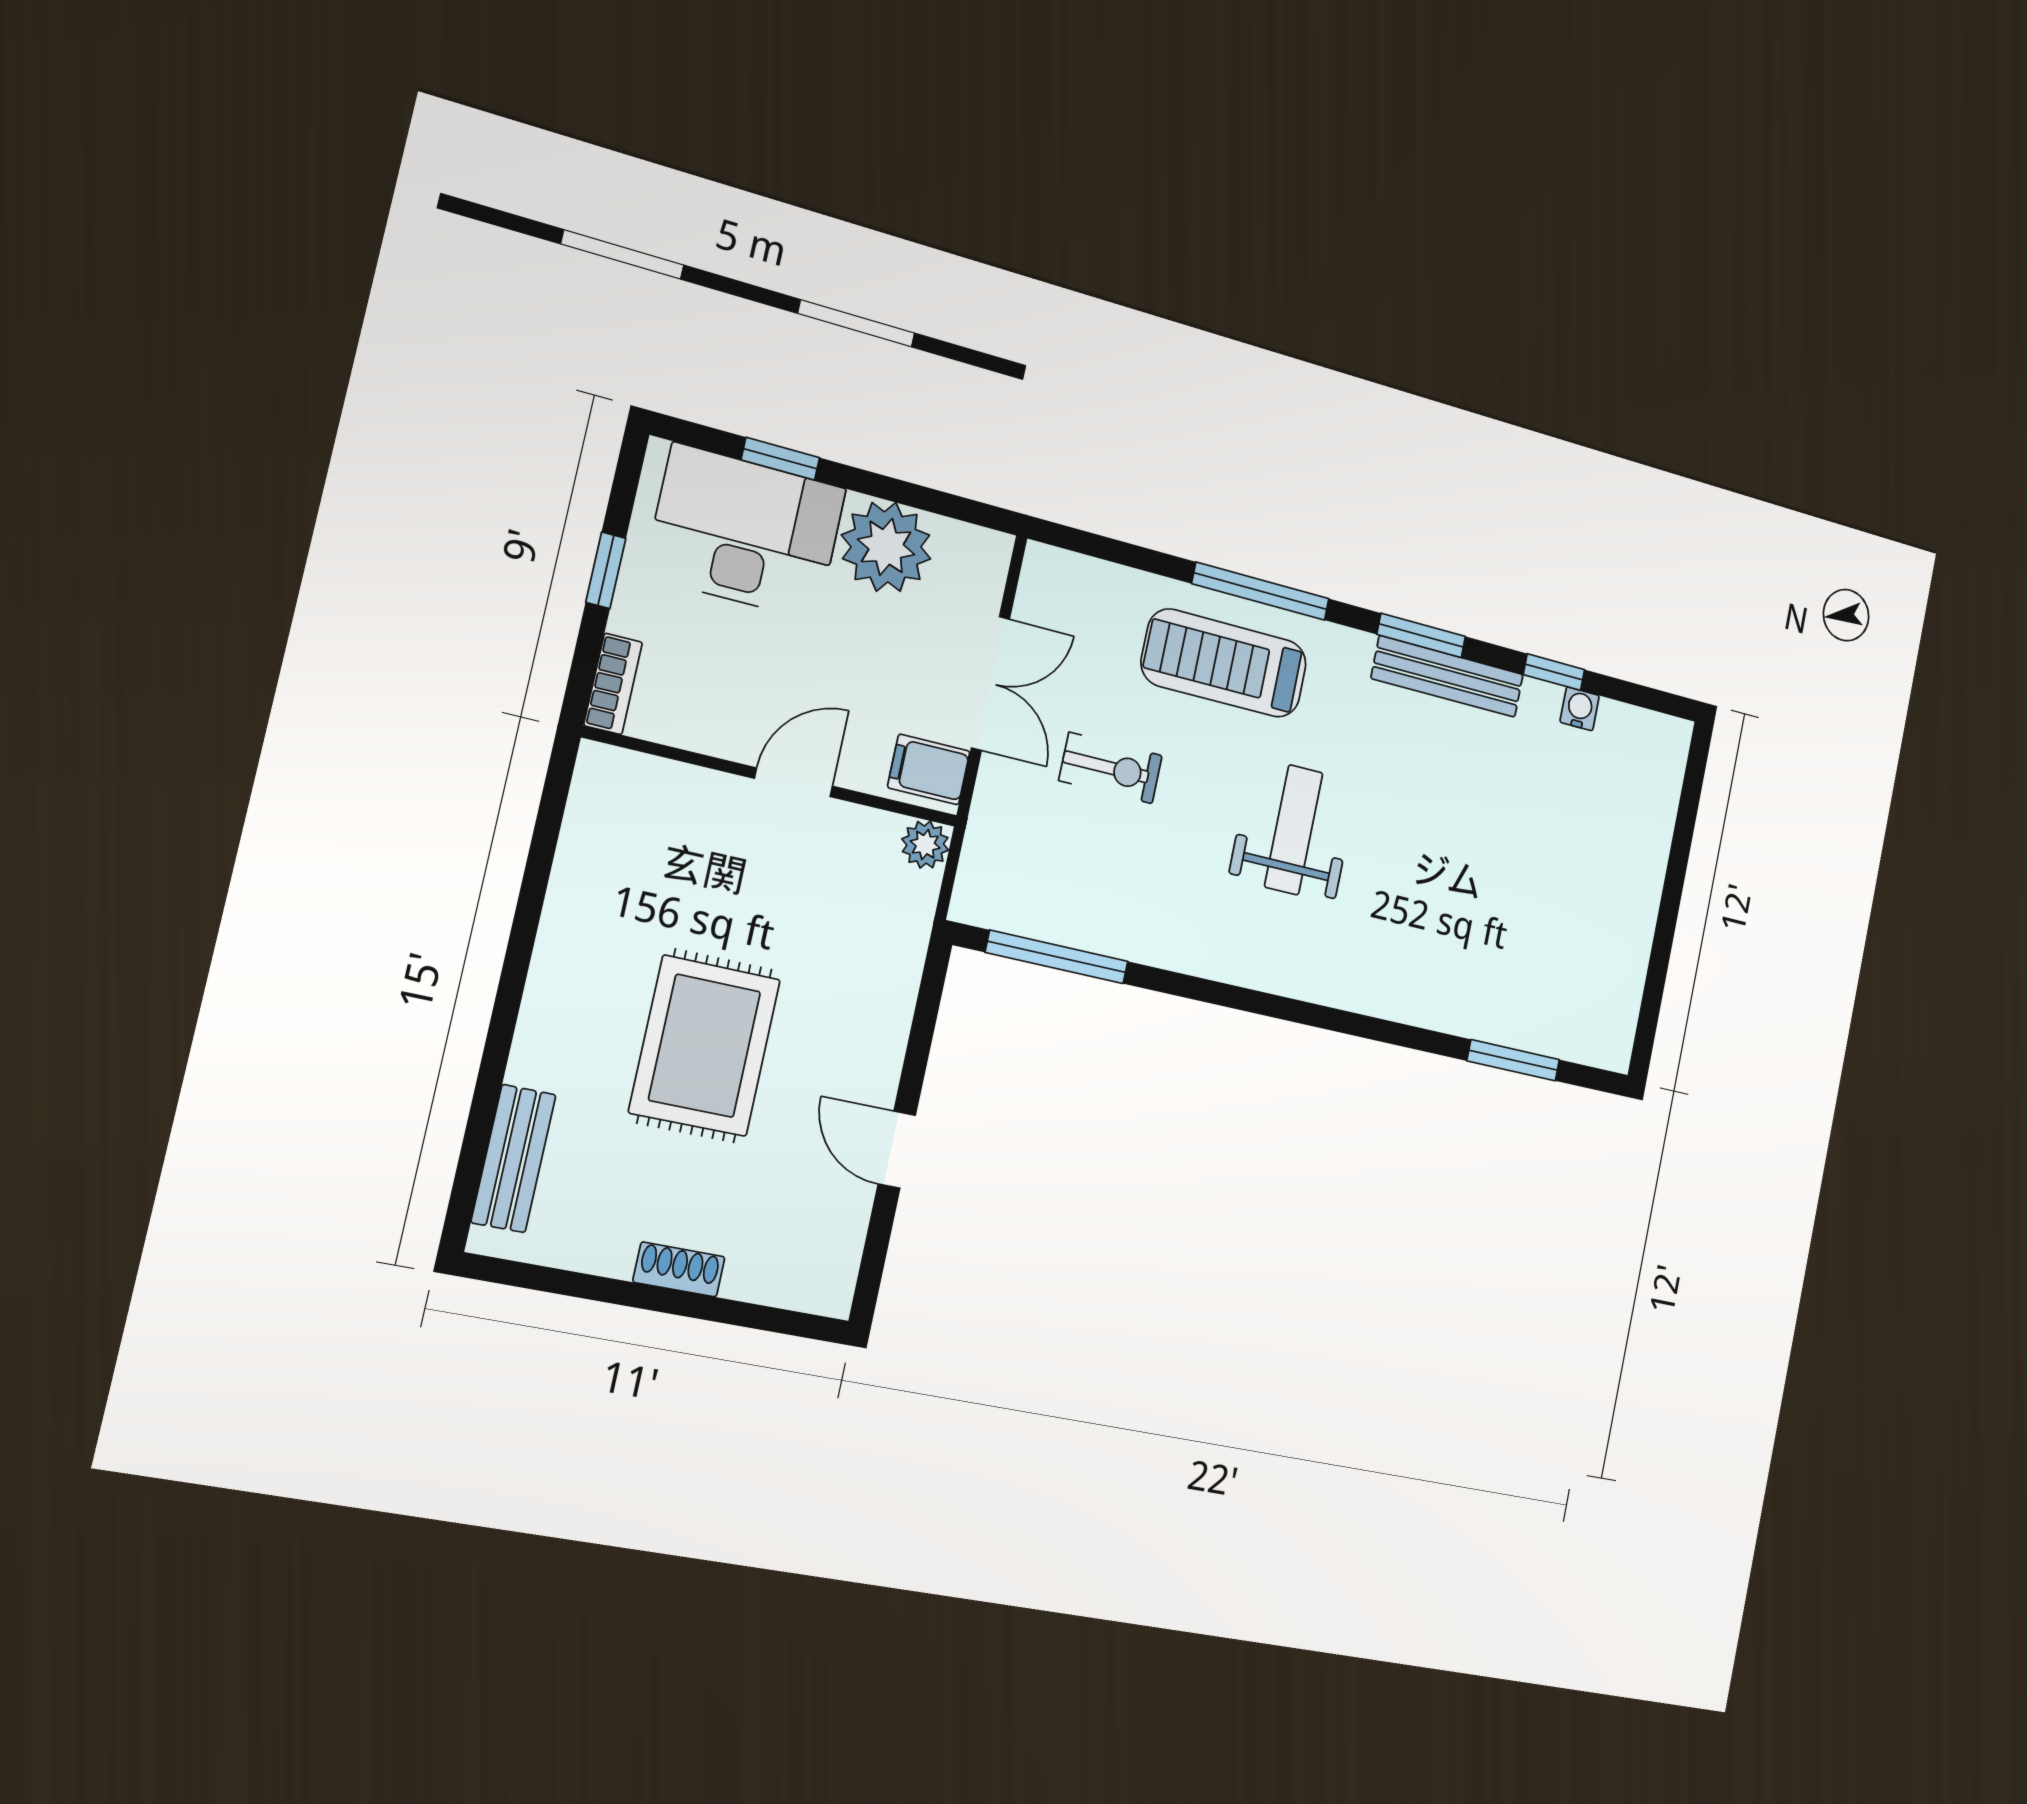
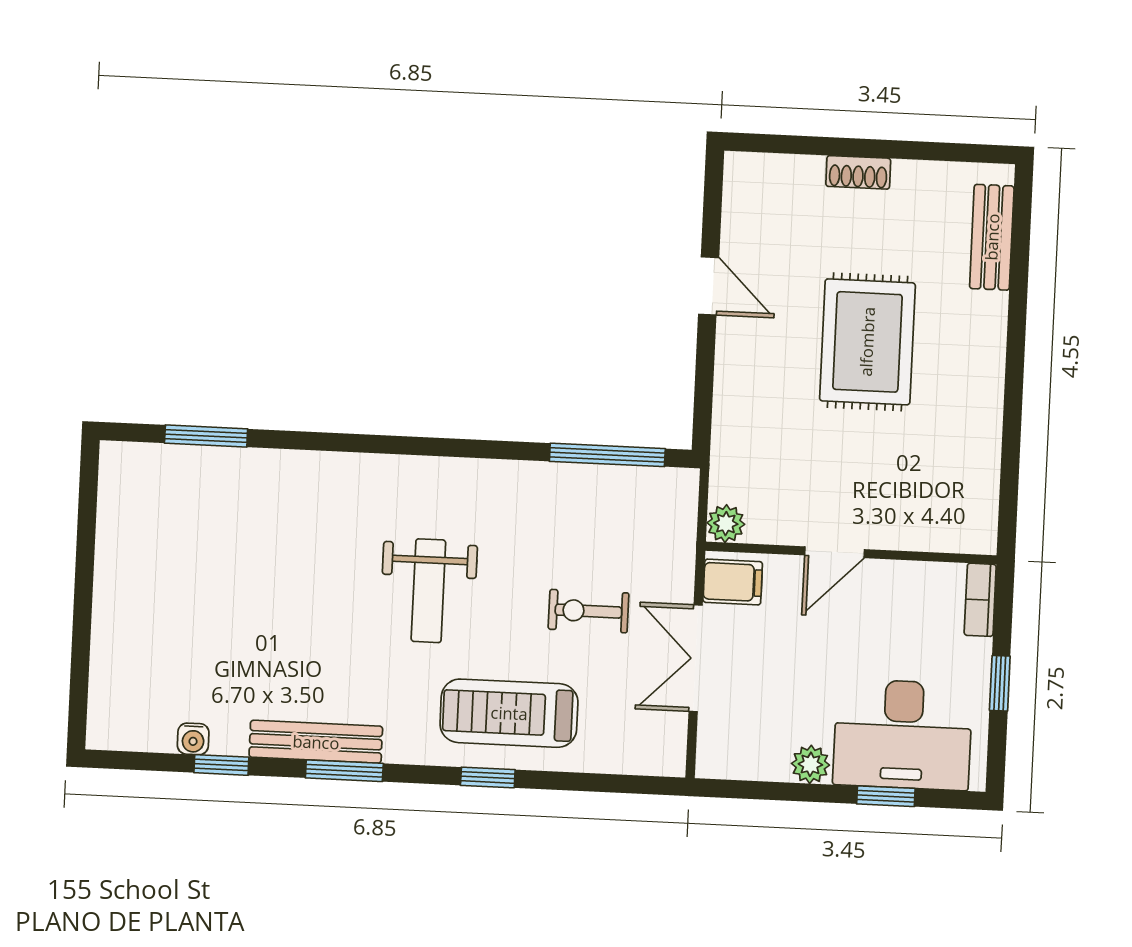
plant: (886, 547) -> (810, 764), width x0.53, depth x0.53
window: (1261, 591) -> (488, 777), width x0.46
treadmill: (1224, 663) -> (509, 713), turned 180

